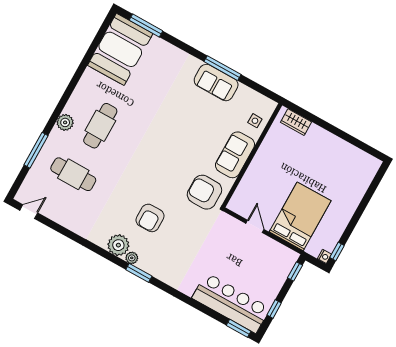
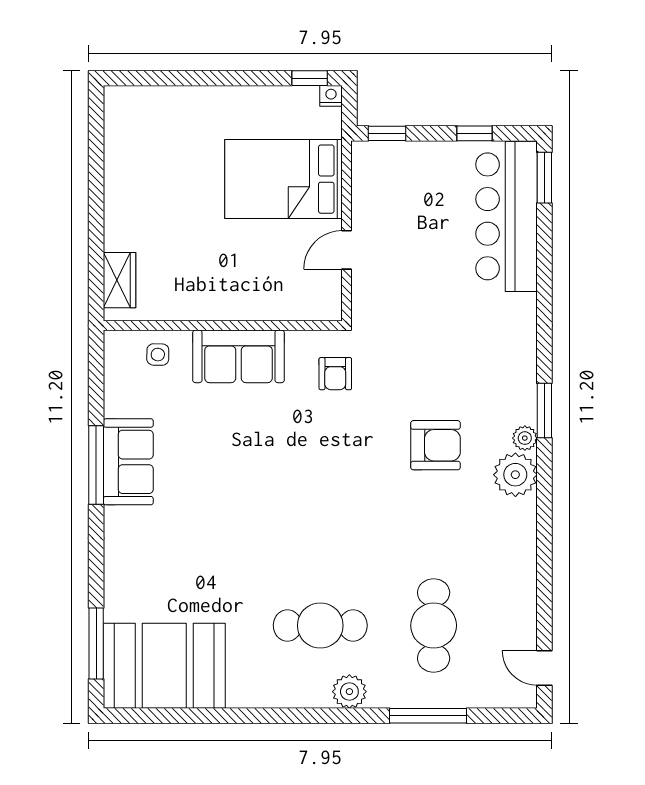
armchair: (204, 192) -> (335, 374), width x0.53, depth x0.53

